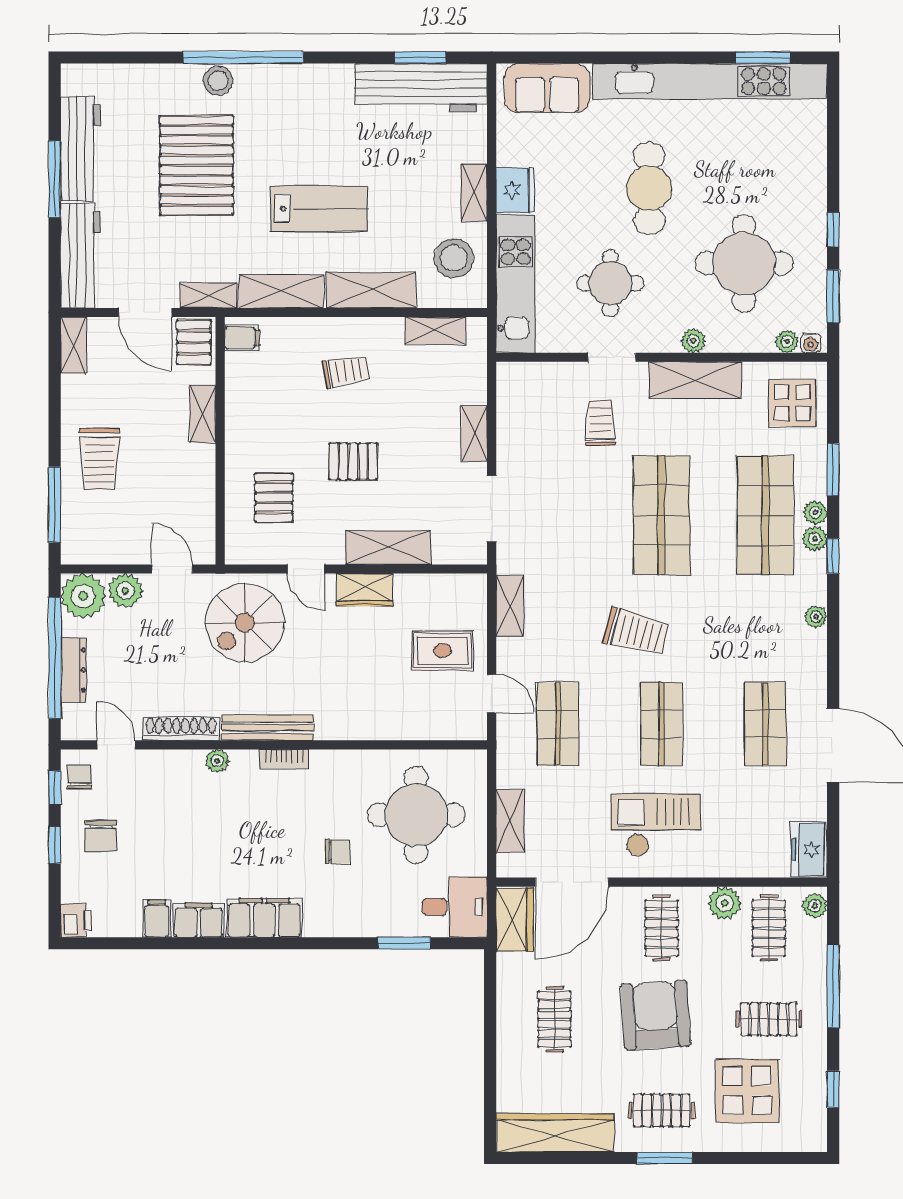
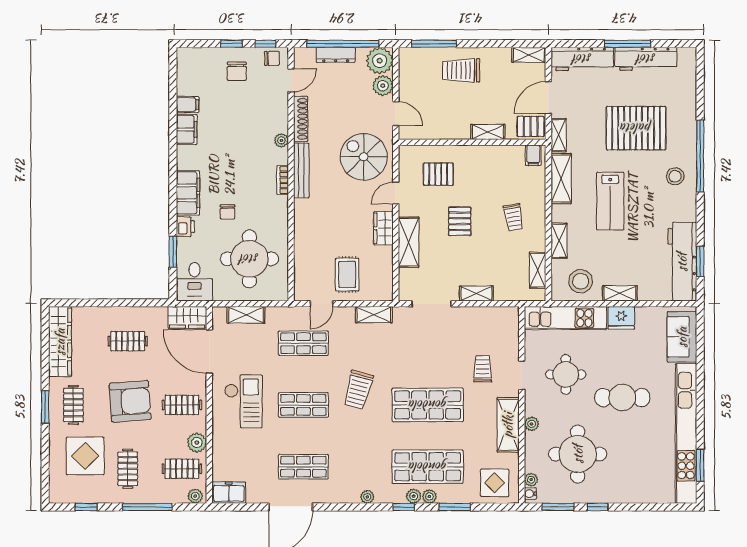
stool: (218, 81) -> (675, 176), moved
shelving: (371, 290) -> (559, 241), width x0.67, depth x0.75
trolley: (601, 423) -> (483, 369), turned -90
door: (172, 569) -> (396, 114), hinge flipped
chair: (101, 836) -> (237, 71), turned -90
filing cabinet: (264, 918) -> (188, 193), moved
printer: (76, 921) -> (185, 227), moved, turned -90

